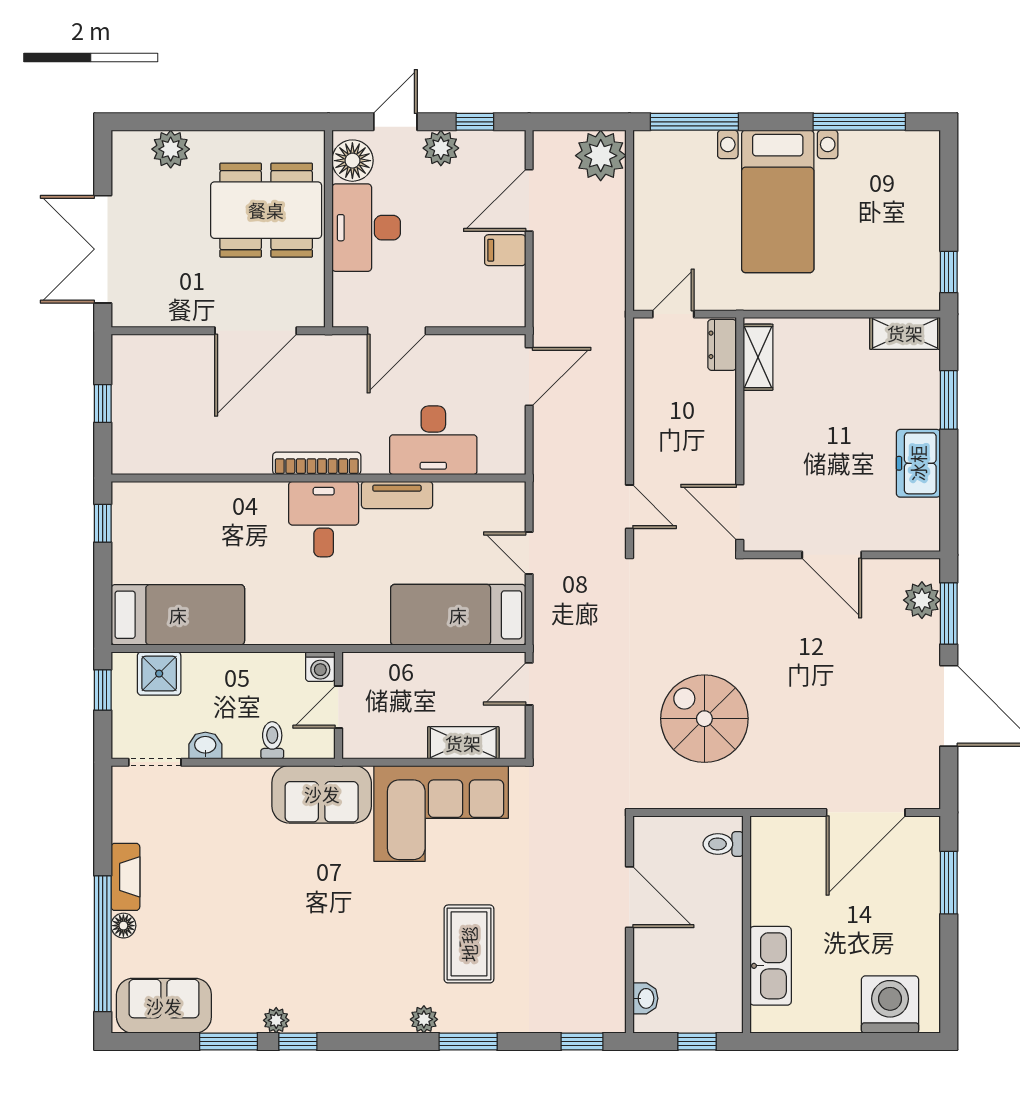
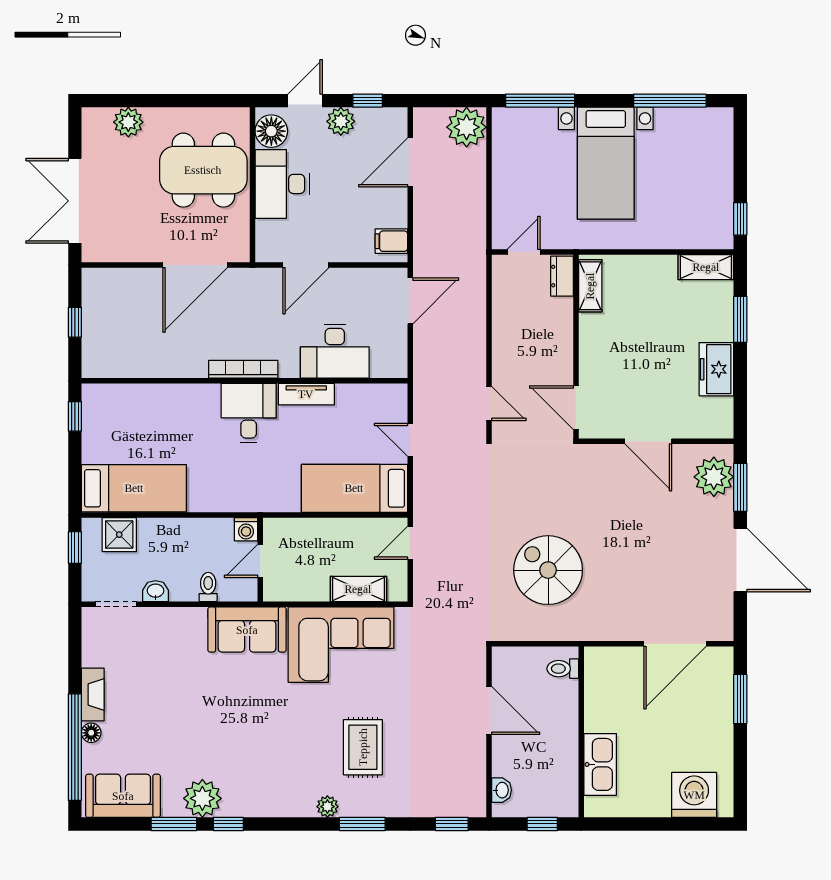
filing cabinet: (505, 250) -> (391, 241), moved
plant: (922, 600) -> (714, 477), width x1.36, depth x1.36
plant: (276, 1020) -> (202, 798), width x1.88, depth x1.88

